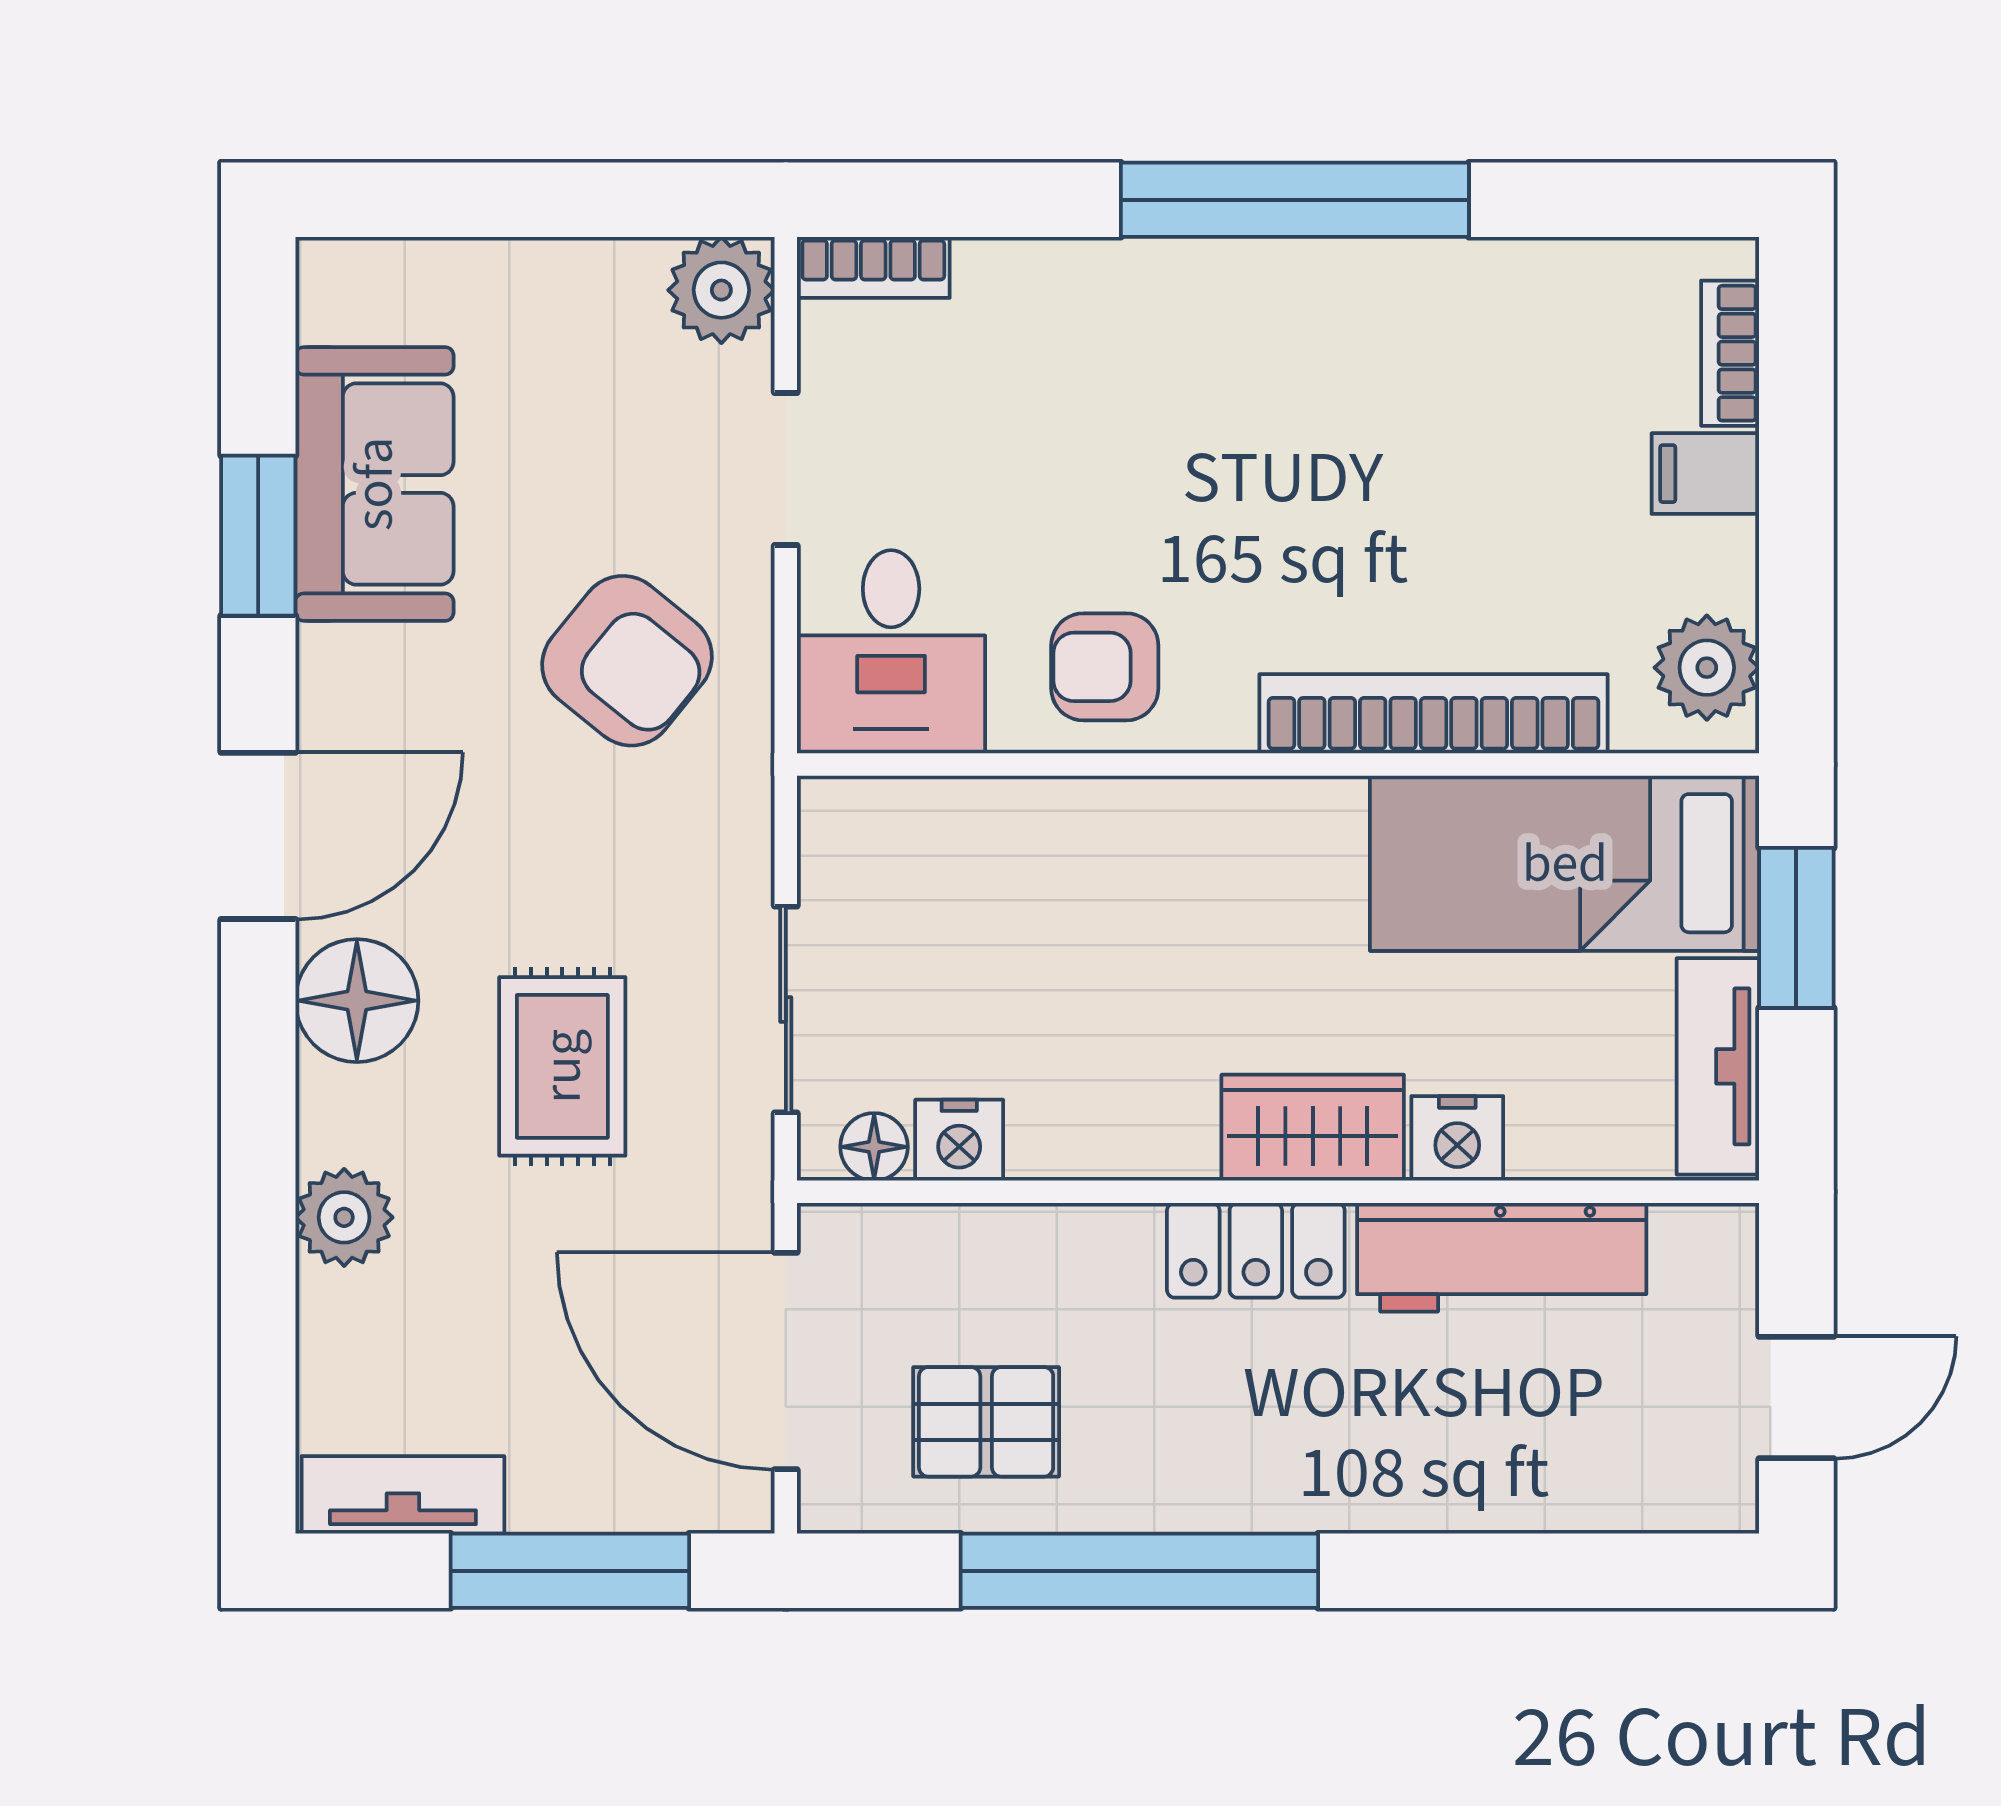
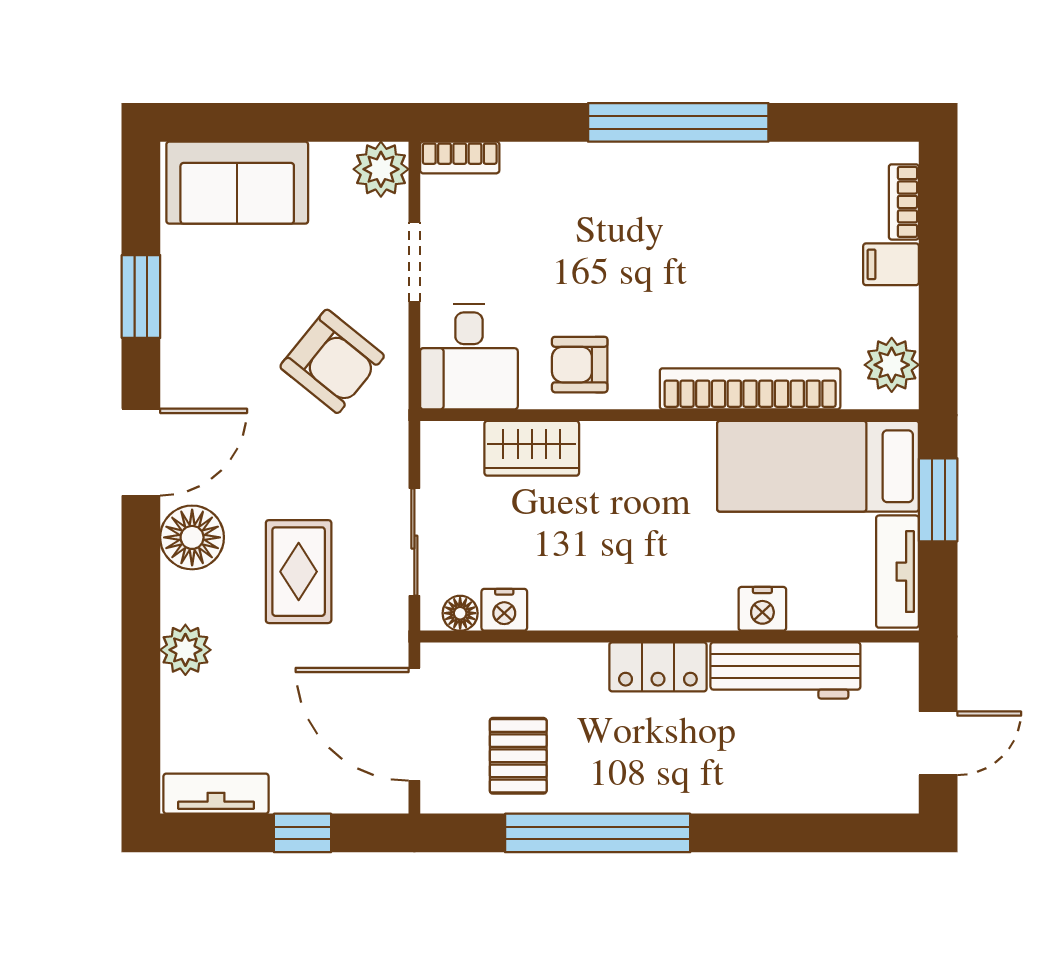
sofa: (374, 484) -> (237, 183), moved, turned 90
wardrobe: (1313, 1128) -> (532, 448), moved, turned 180
pallet: (986, 1422) -> (518, 756), turned 90
window: (570, 1571) -> (302, 833), width x0.46

